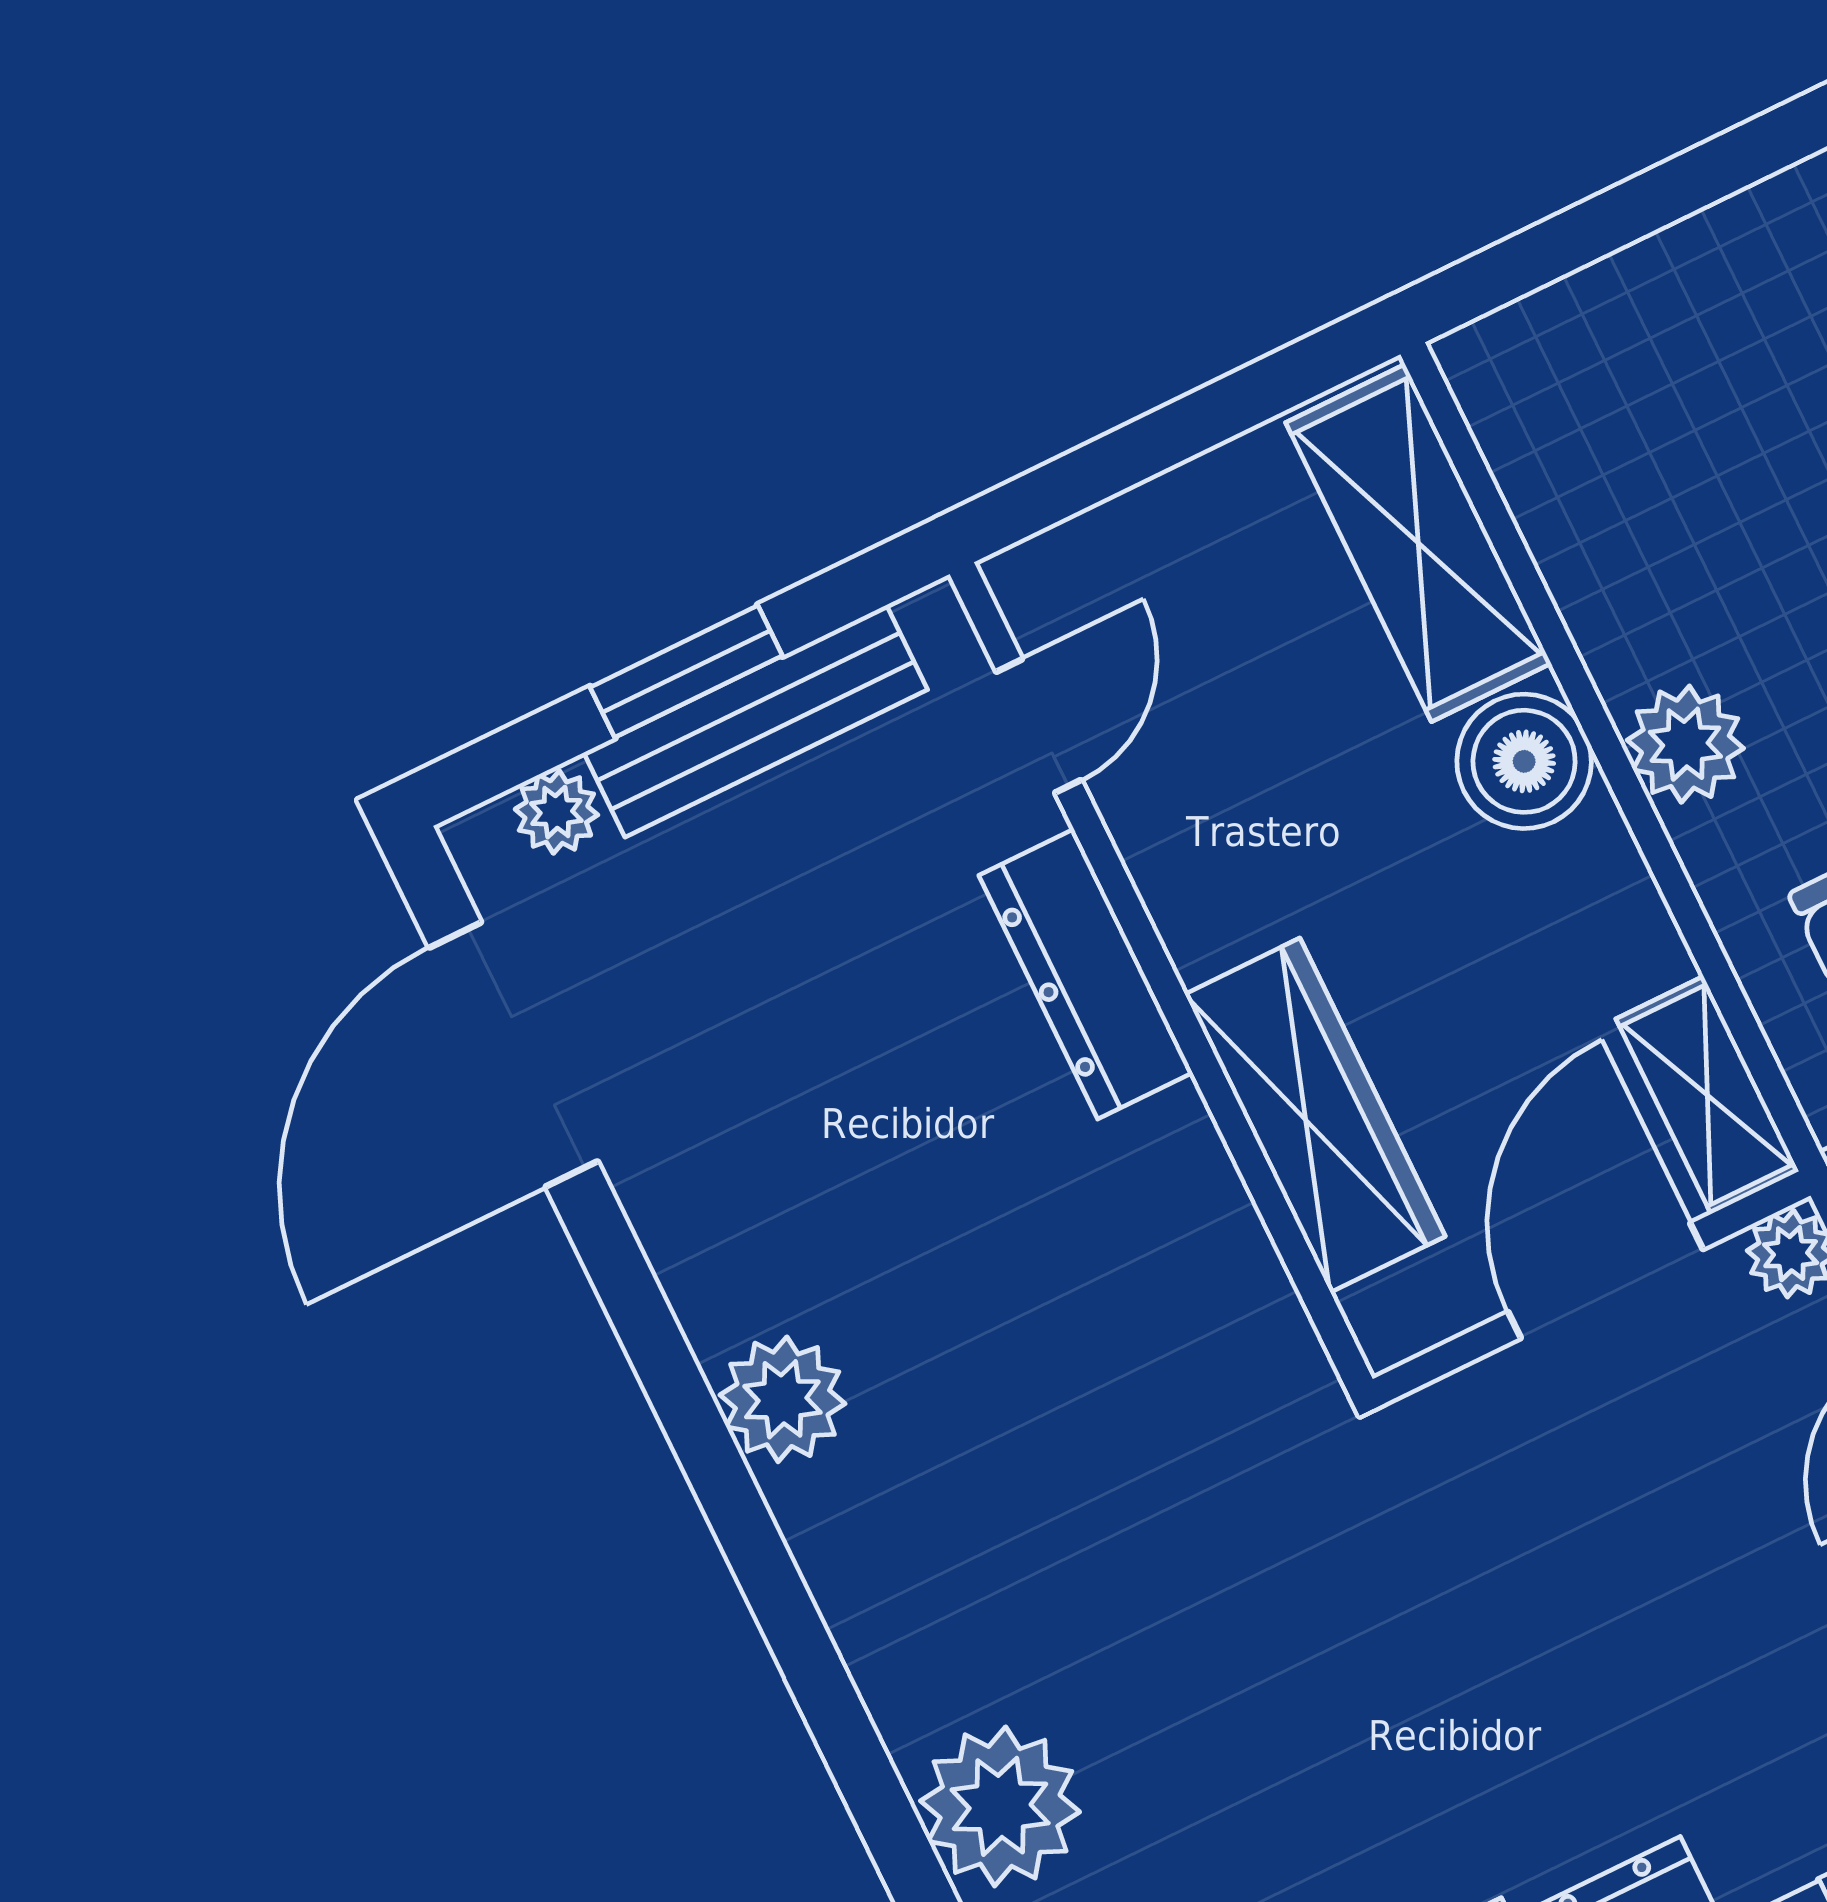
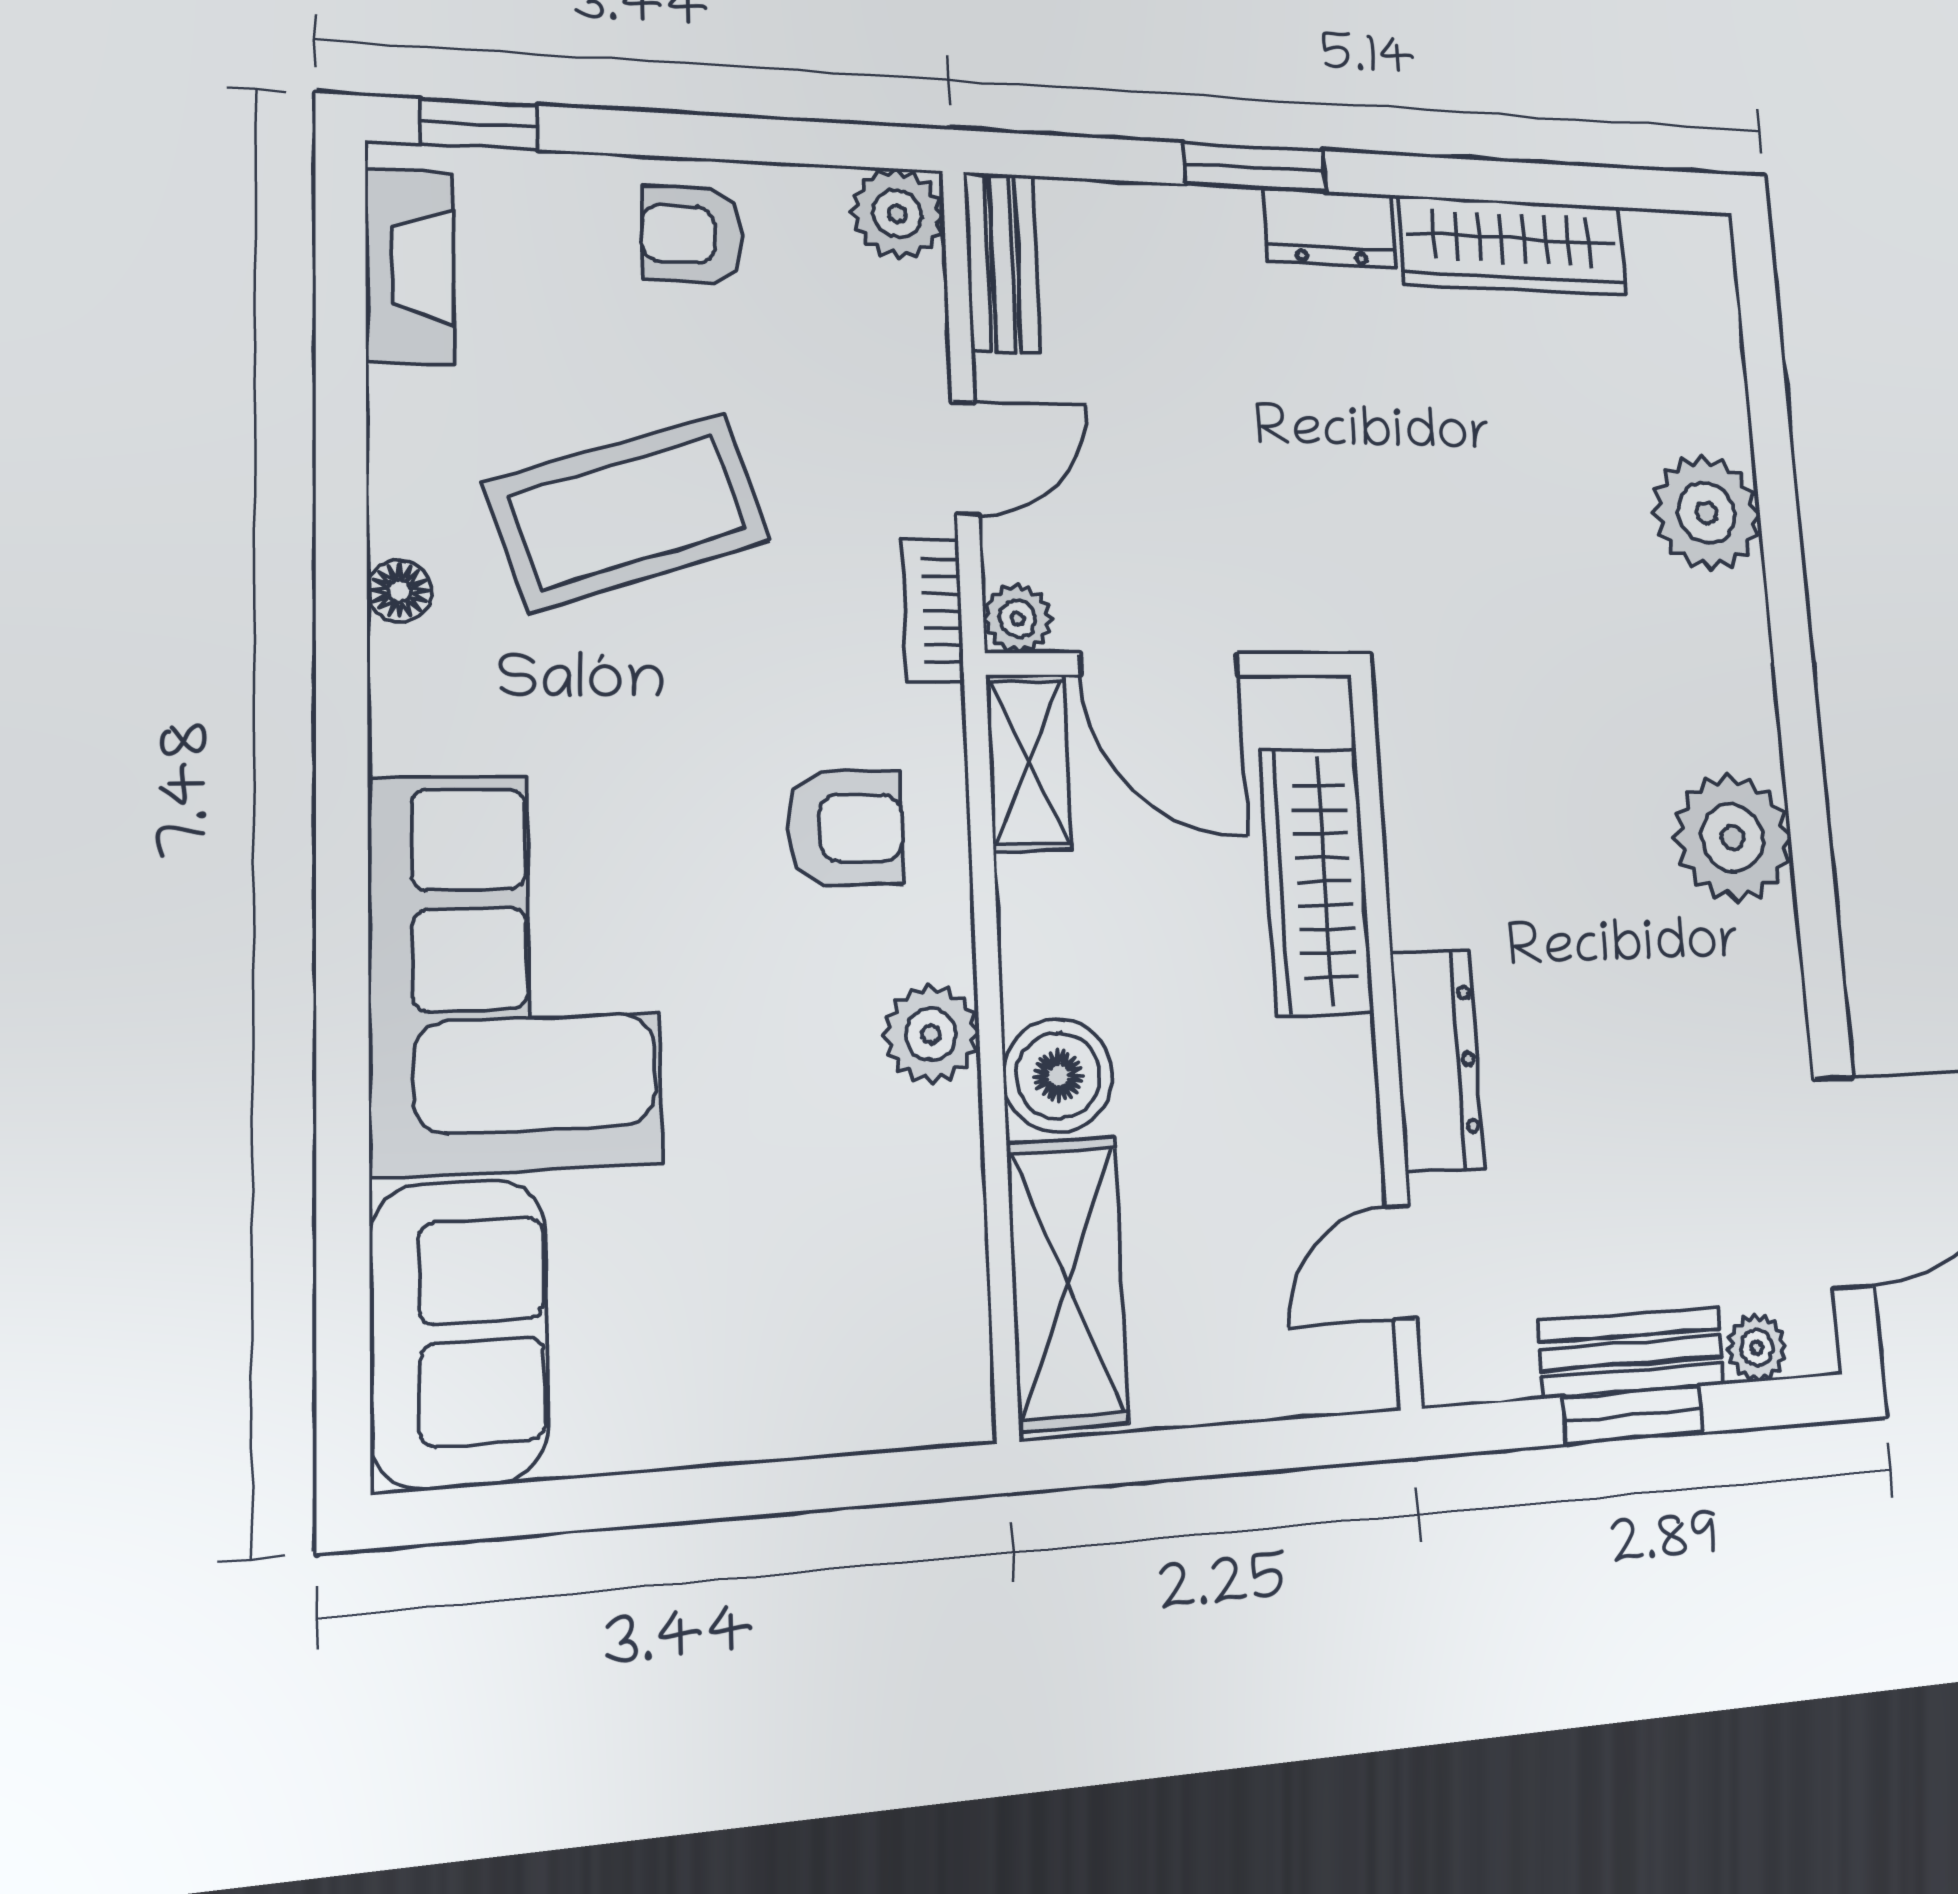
bench: (756, 721) -> (1631, 1353), width x0.73
door: (1605, 1281) -> (1159, 664), hinge flipped
plant: (782, 1399) -> (1732, 838), width x1.36, depth x1.36

